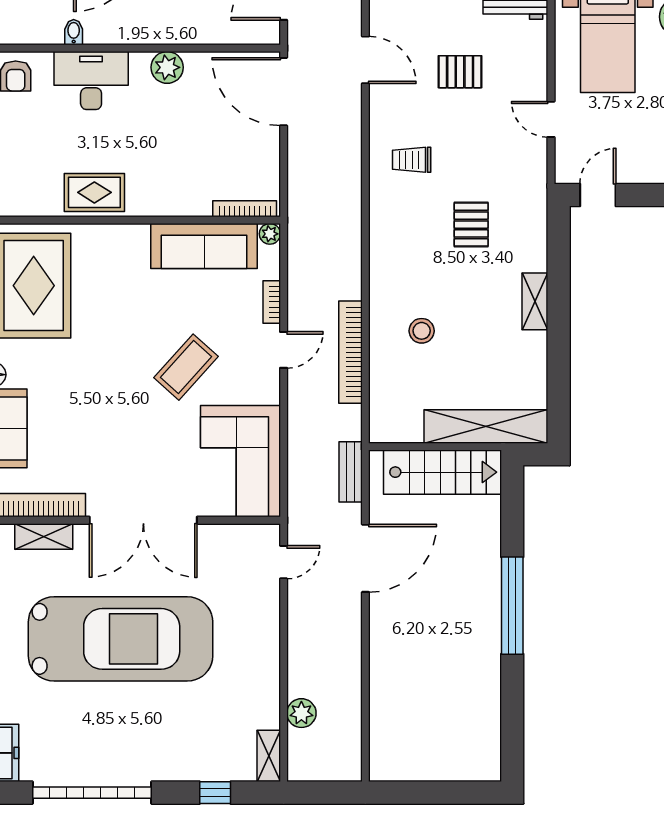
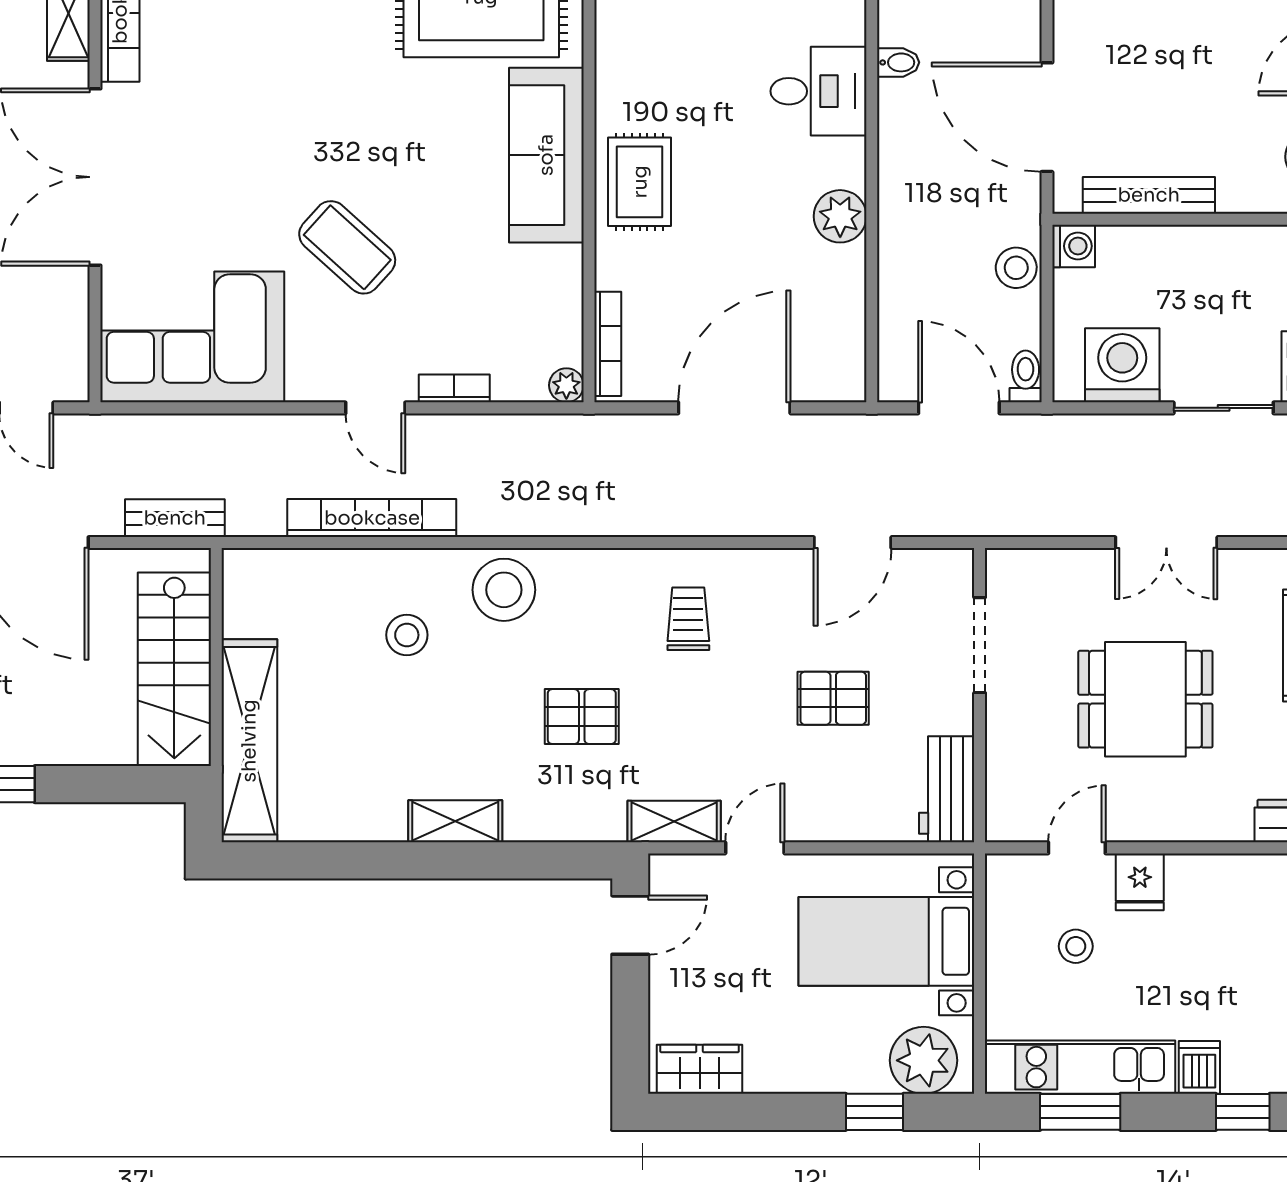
pallet: (460, 72) -> (833, 698), turned 90
desk: (91, 81) -> (818, 91), width x0.73
door: (284, 92) -> (734, 408), moved
shelving: (535, 168) -> (674, 822), added
rug: (94, 192) -> (640, 182), moved
door: (598, 195) -> (630, 925), hinge flipped
sofa: (204, 246) -> (546, 155), moved
stool: (394, 272) -> (504, 590), added

